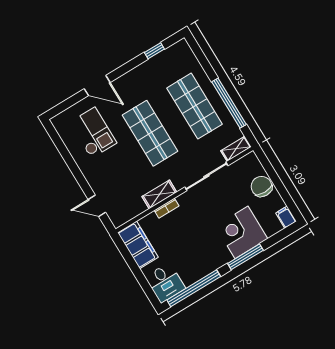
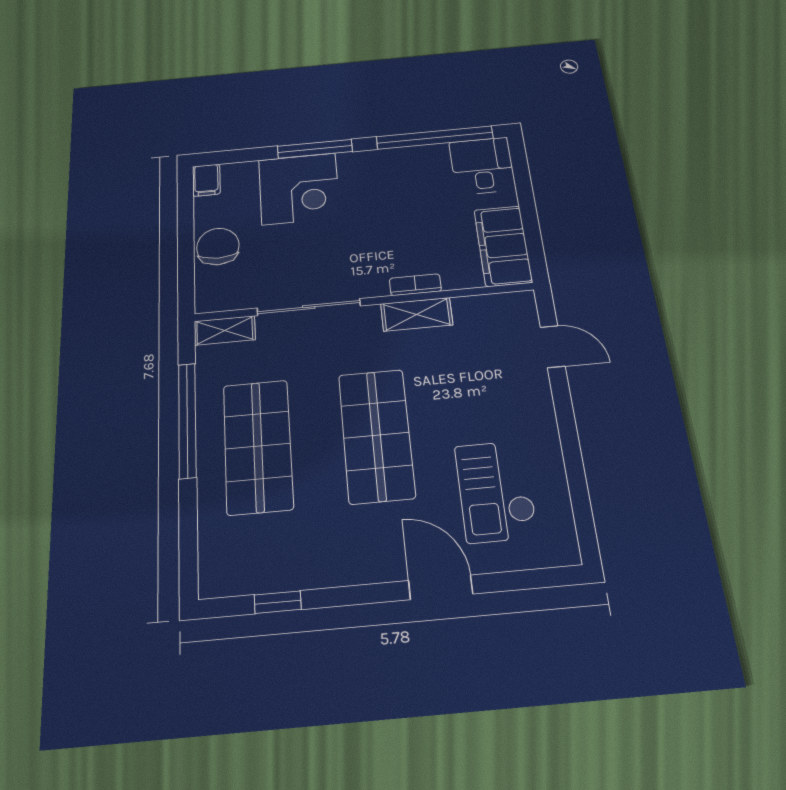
chair: (262, 186) -> (218, 246), turned 180

